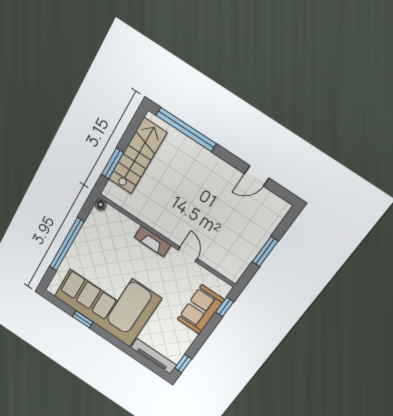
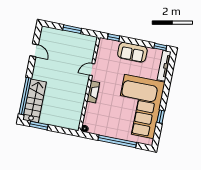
stairs: (137, 156) -> (35, 101), moved, turned 90
window: (113, 163) -> (39, 126), moved
sofa: (201, 309) -> (132, 52), moved

